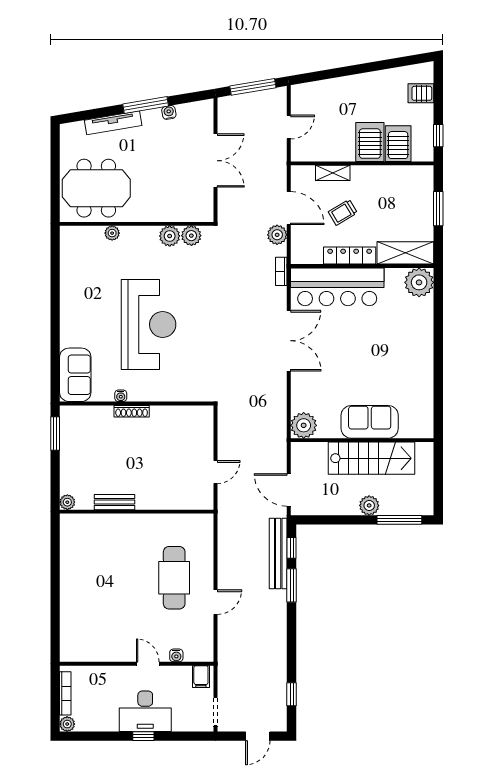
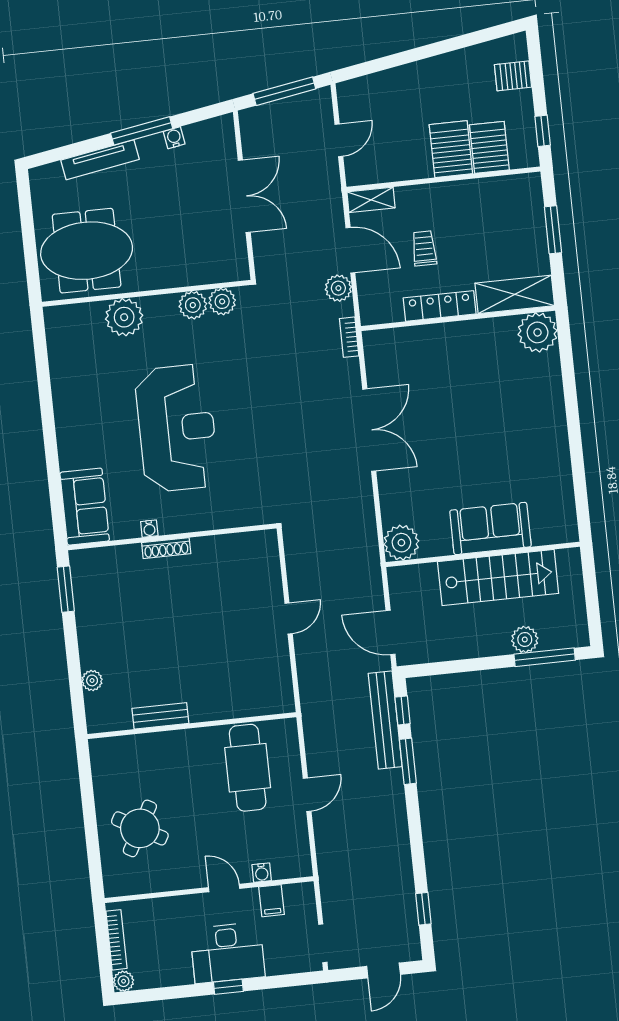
shelving: (333, 173) -> (371, 200), moved
trolley: (343, 212) -> (424, 248), turned 121
plant: (112, 233) -> (124, 317), width x1.88, depth x1.88
bar counter: (337, 287) -> (427, 350), removed
bench: (114, 502) -> (160, 716), moved
plant: (369, 505) -> (525, 639), moved
wall: (137, 512) -> (192, 726), moved
round table: (91, 614) -> (140, 828), added
filing cabinet: (201, 677) -> (272, 901), moved

